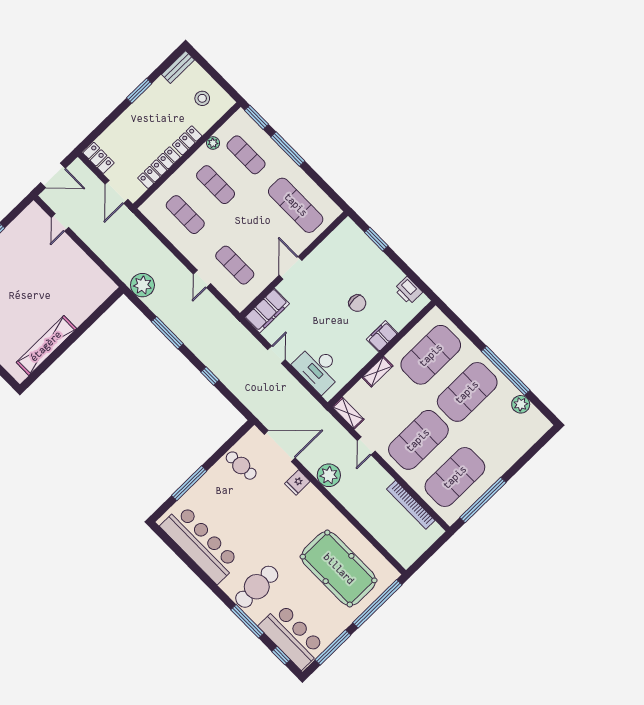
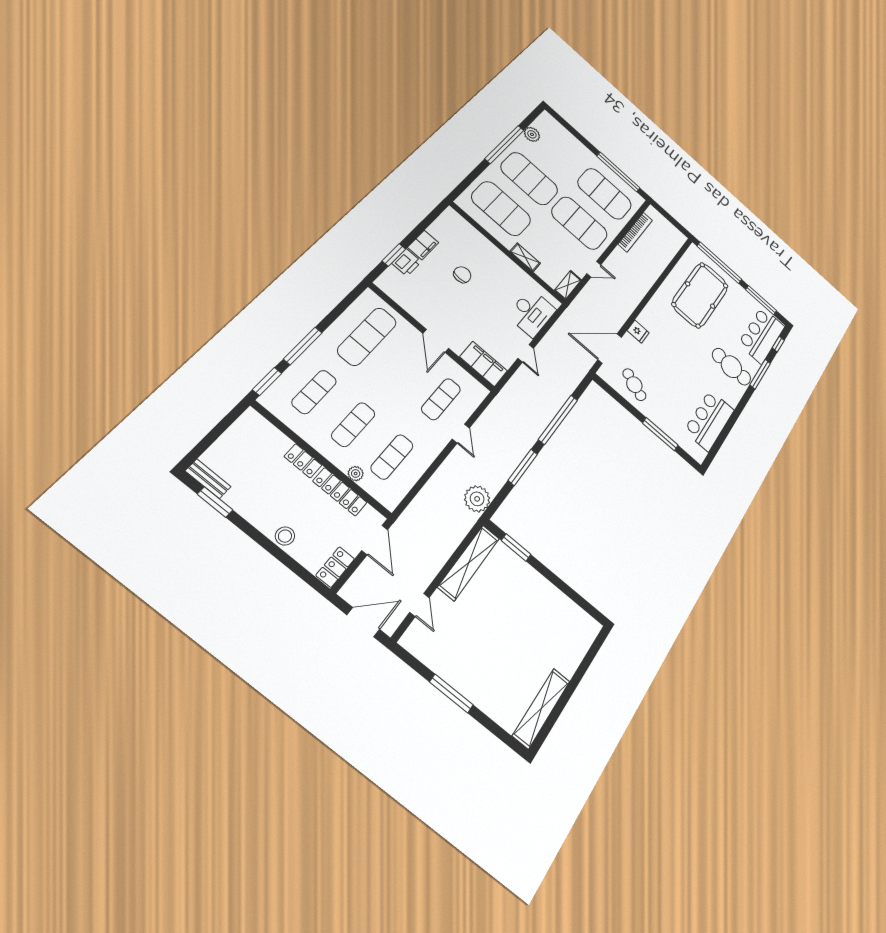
window: (139, 91) -> (215, 502), moved
stool: (202, 98) -> (285, 536), moved
plant: (213, 143) -> (356, 474), moved
door: (53, 175) -> (363, 622), hinge flipped
door: (117, 192) -> (375, 540), hinge flipped
door: (60, 222) -> (420, 605), hinge flipped
door: (291, 268) -> (436, 341), hinge flipped
door: (202, 279) -> (461, 434), hinge flipped
printer: (408, 291) -> (407, 262), moved
window: (97, 314) -> (516, 547), added
filing cabinet: (382, 336) -> (423, 245), moved, turned -90
shelving: (46, 346) -> (469, 562), moved, turned 90
door: (276, 355) -> (526, 353), swing flipped
window: (210, 376) -> (558, 420), width x3.17
door: (280, 446) -> (610, 348), hinge flipped
cafe table: (241, 466) -> (634, 385), turned -63
plant: (329, 475) -> (626, 303), removed
bar counter: (200, 544) -> (709, 420), width x0.73

